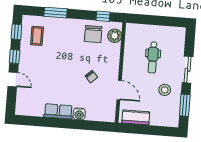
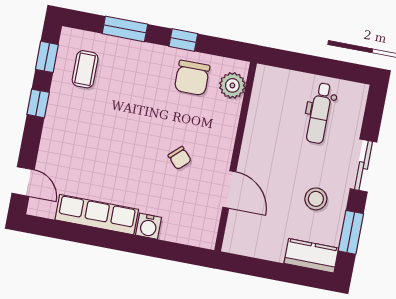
window: (103, 16) -> (183, 40), moved
dental chair: (153, 57) -> (320, 113), moved
door: (13, 79) -> (23, 182), moved
row of seats: (58, 111) -> (97, 215), width x1.48
kitchen counter: (136, 117) -> (311, 256), moved

